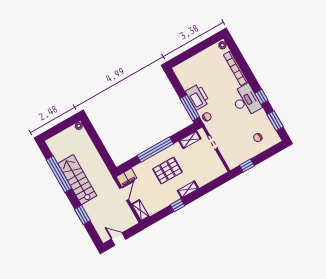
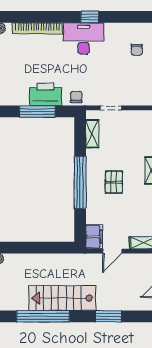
window: (190, 108) -> (37, 111), moved
window: (275, 121) -> (128, 17), removed
pallet: (167, 170) -> (114, 182), width x0.67, depth x0.71
door: (124, 194) -> (112, 251), swing flipped

